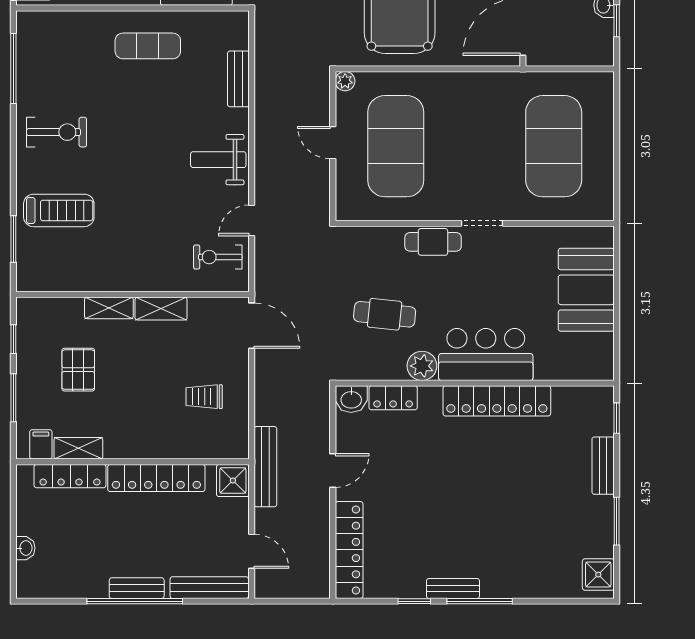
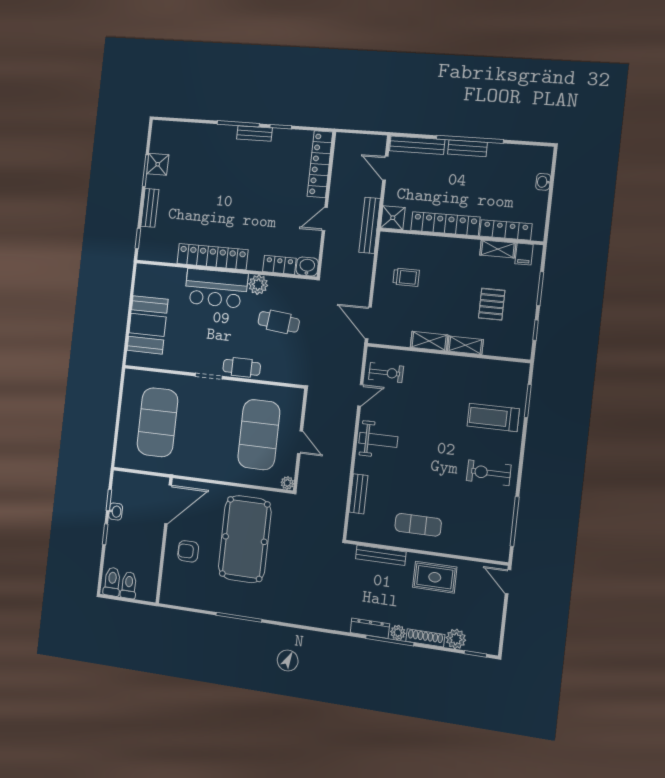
shower: (598, 575) -> (158, 164), moved

